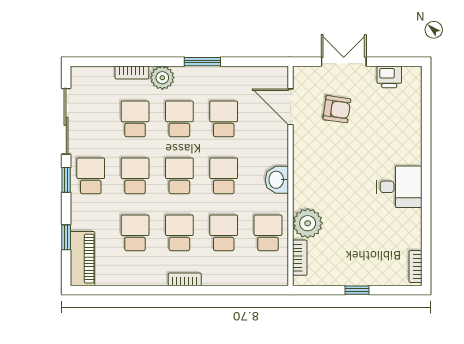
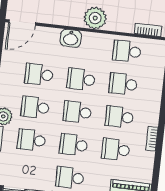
door: (291, 107) -> (22, 23), moved
washbasin: (277, 180) -> (71, 38), moved
plant: (308, 223) -> (95, 18), moved
bookcase: (185, 279) -> (152, 139), moved

